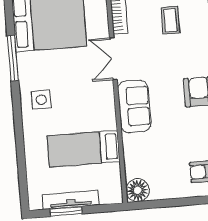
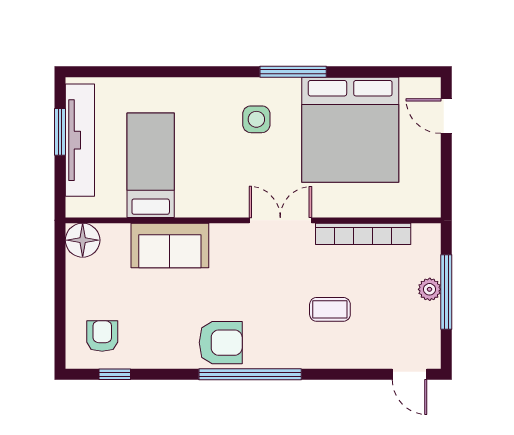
side table: (41, 100) -> (256, 119), moved
sofa: (134, 106) -> (170, 245), moved
tv unit: (71, 200) -> (80, 140), width x1.36, depth x1.29

